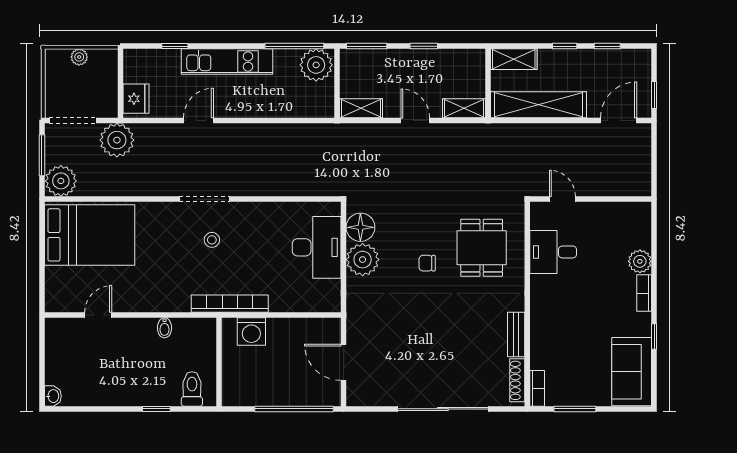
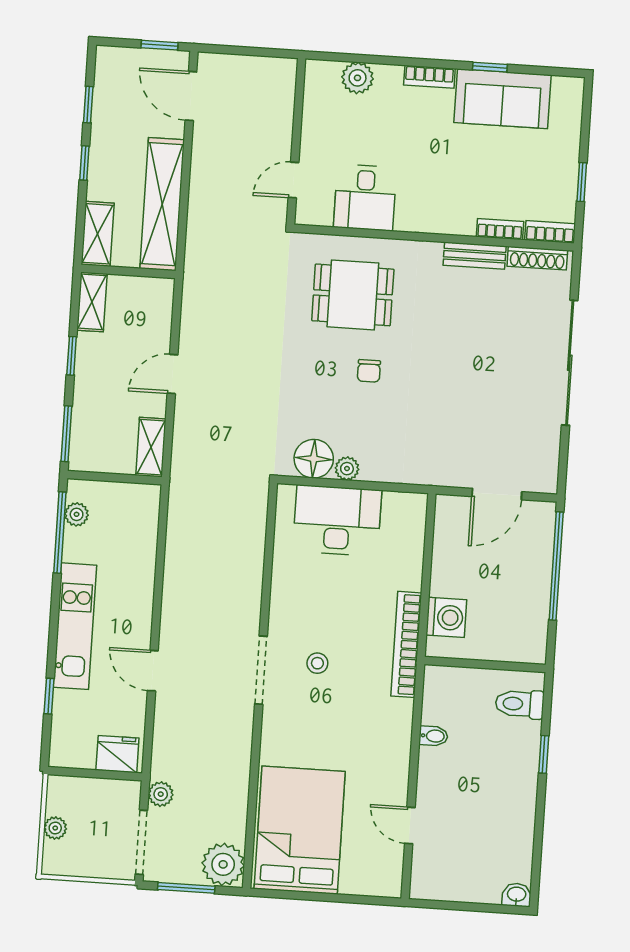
plant: (316, 65) -> (77, 514), width x0.53, depth x0.53
shelving: (464, 108) -> (92, 302), moved
plant: (117, 140) -> (161, 794), width x0.53, depth x0.53
plant: (363, 260) -> (347, 469), width x0.53, depth x0.53
plant: (640, 261) -> (358, 78), moved
bookcase: (537, 352) -> (500, 229), added
sofa: (632, 372) -> (502, 99), moved
window: (575, 409) -> (582, 182), width x0.67

